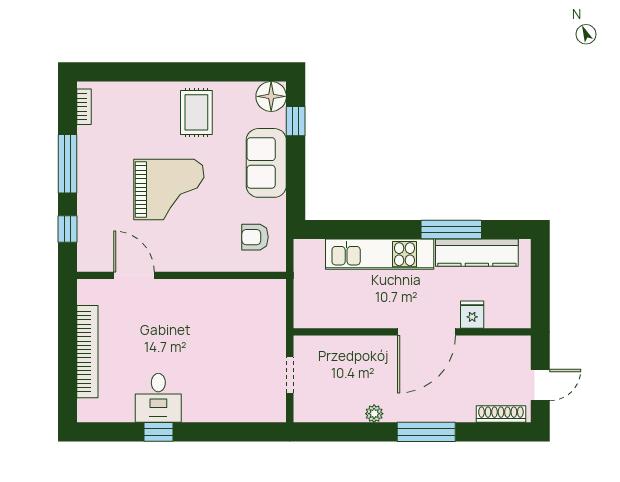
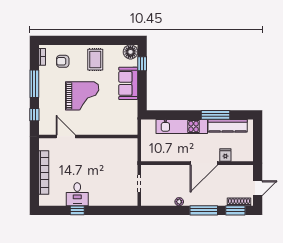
armchair: (255, 237) -> (63, 61), moved
window: (493, 432) -> (235, 210), added

